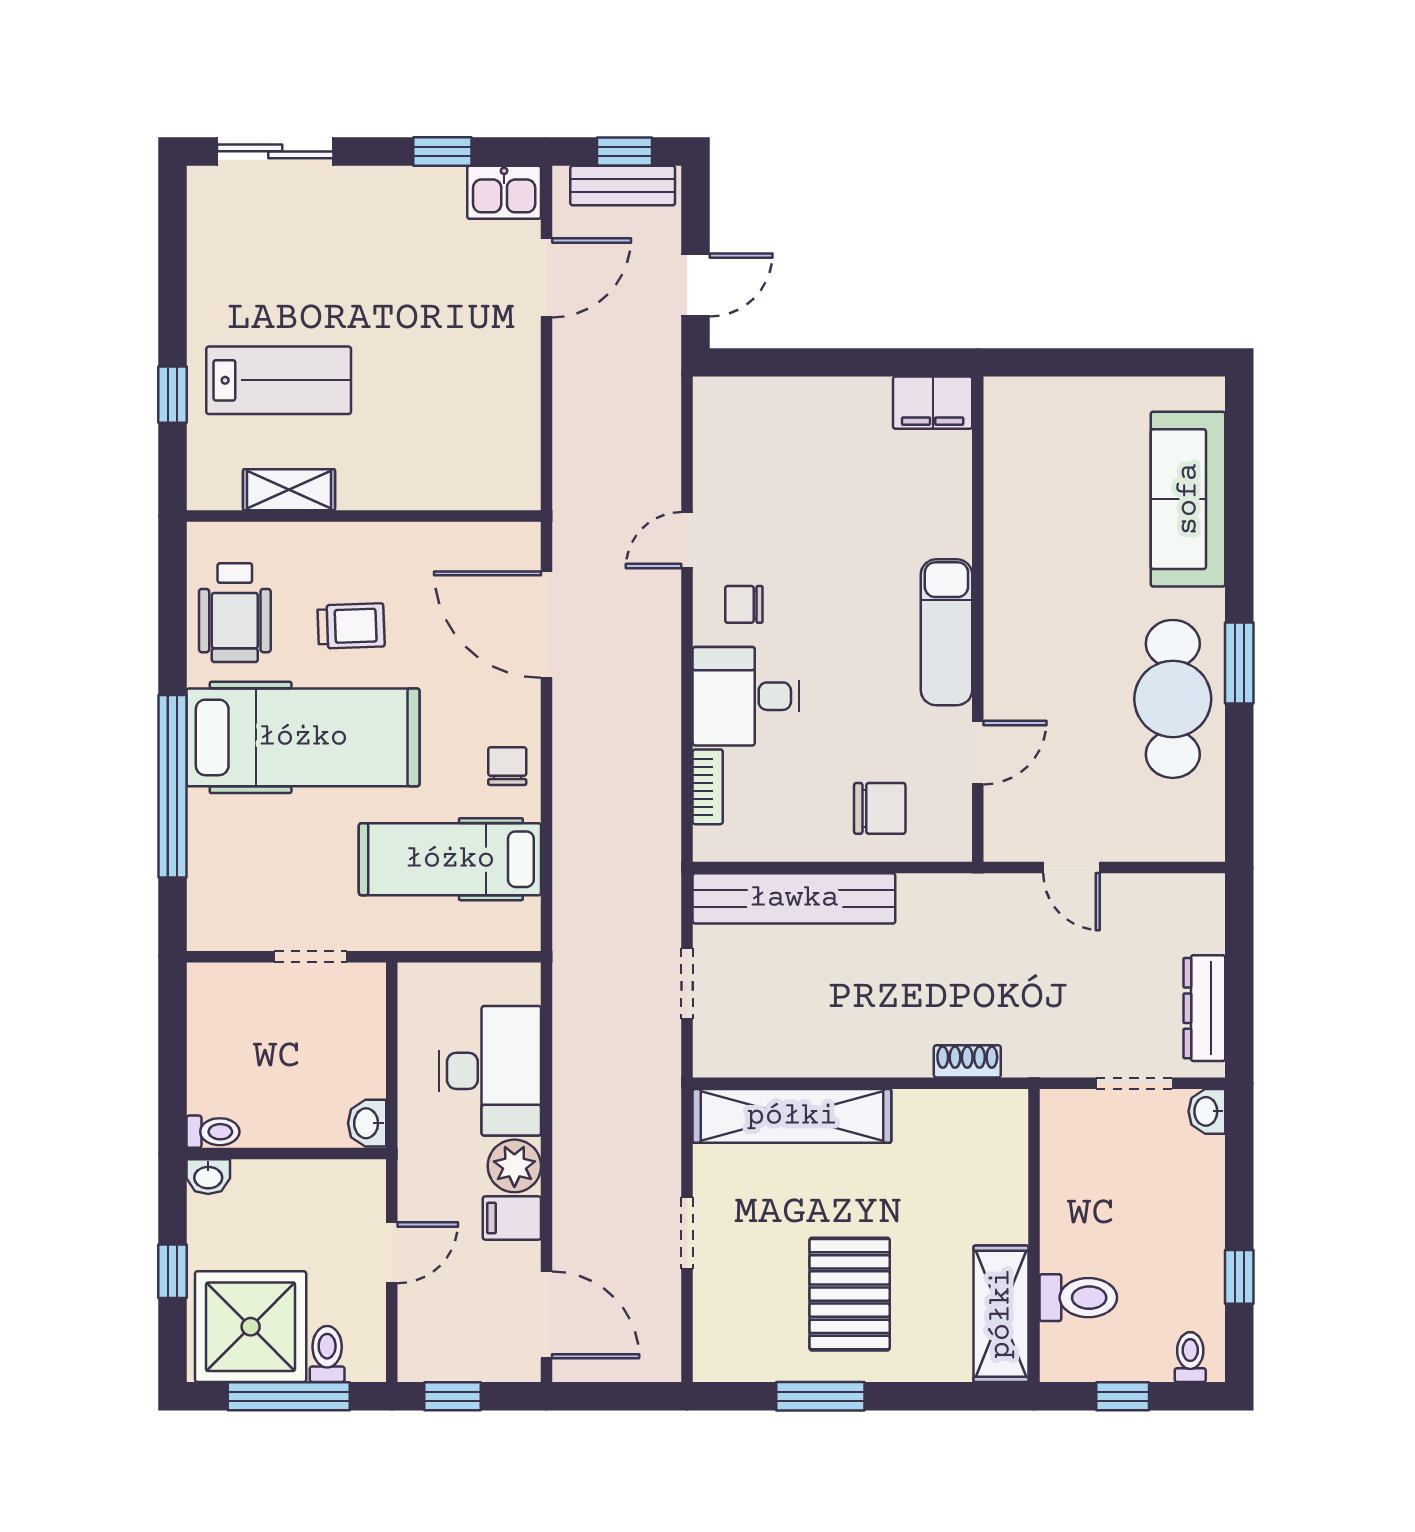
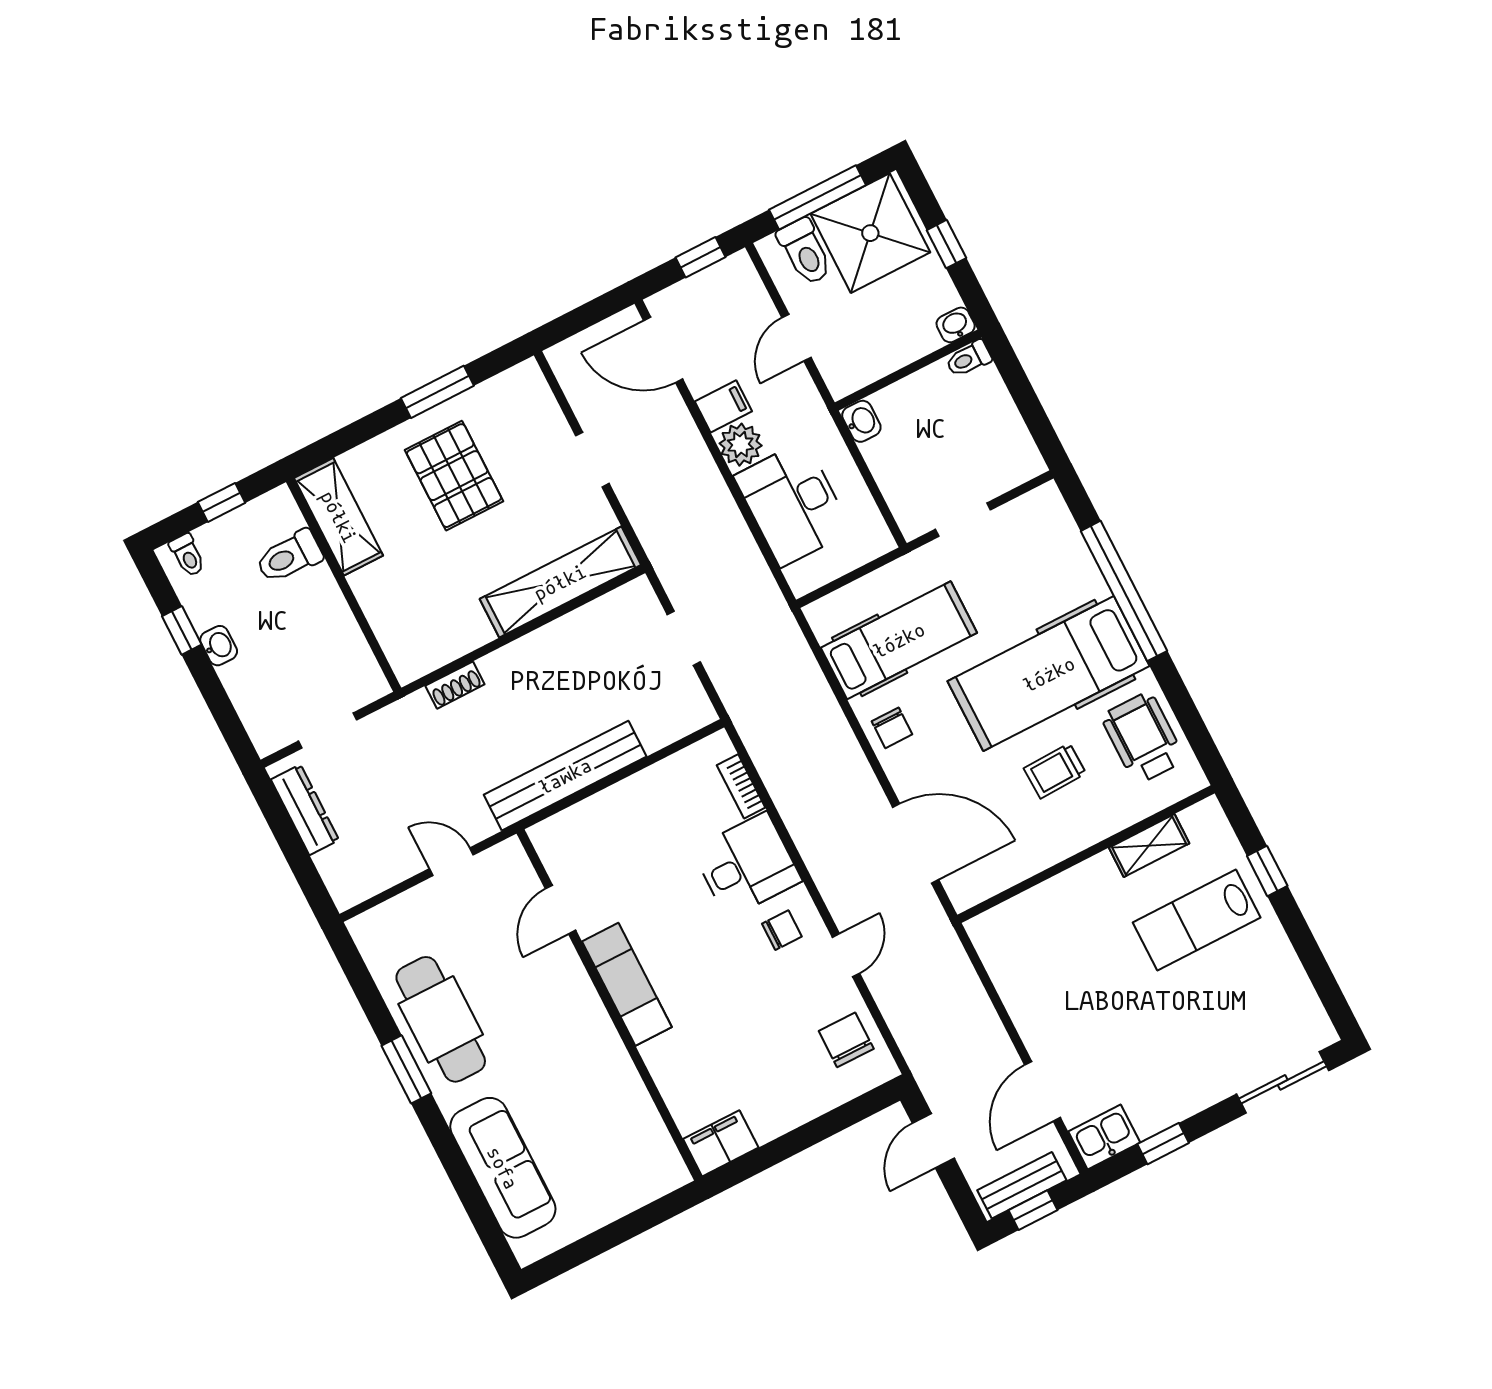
chair: (880, 808) -> (846, 1040), moved, turned 90
bench: (794, 898) -> (565, 776), moved
washbasin: (1207, 1111) -> (219, 646), moved
toilet: (327, 1354) -> (805, 252), width x1.37, depth x1.39

